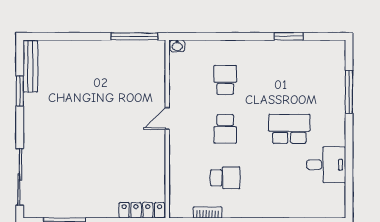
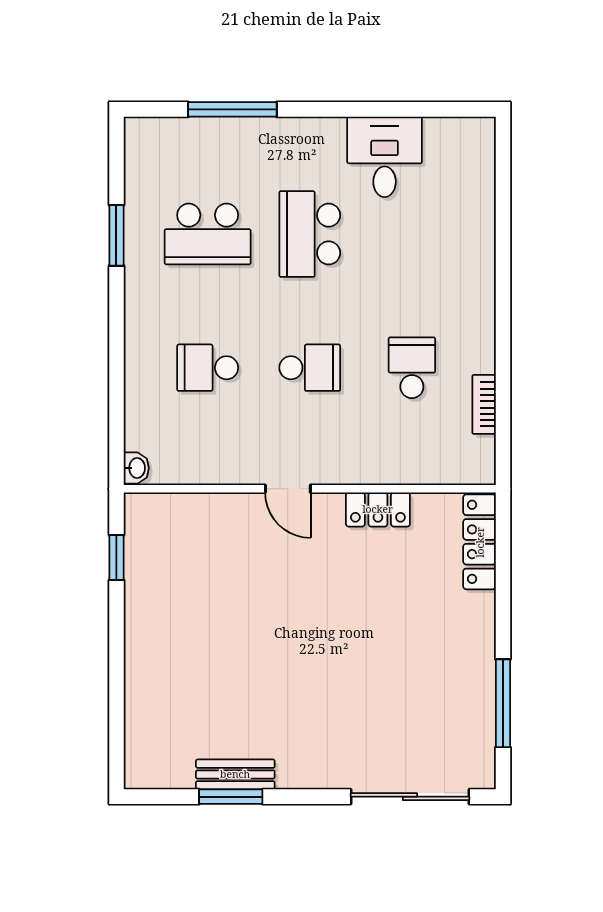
window: (134, 36) -> (116, 557), width x0.46
bench: (30, 66) -> (235, 774), moved, width x0.73
school desk: (289, 80) -> (208, 234), added
locker: (157, 162) -> (378, 509), added

